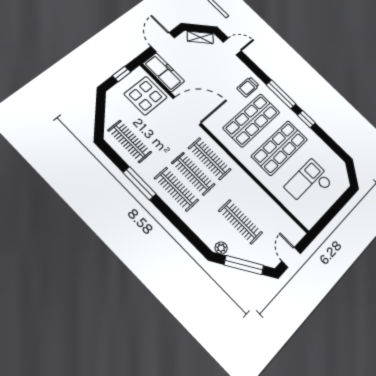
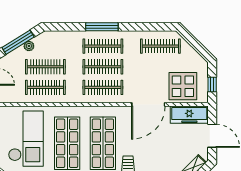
window: (140, 183) -> (102, 27), moved
checkout: (309, 184) -> (26, 139), width x1.36, depth x1.21
clothes rail: (256, 206) -> (45, 87), added
plant: (221, 248) -> (29, 46), moved

